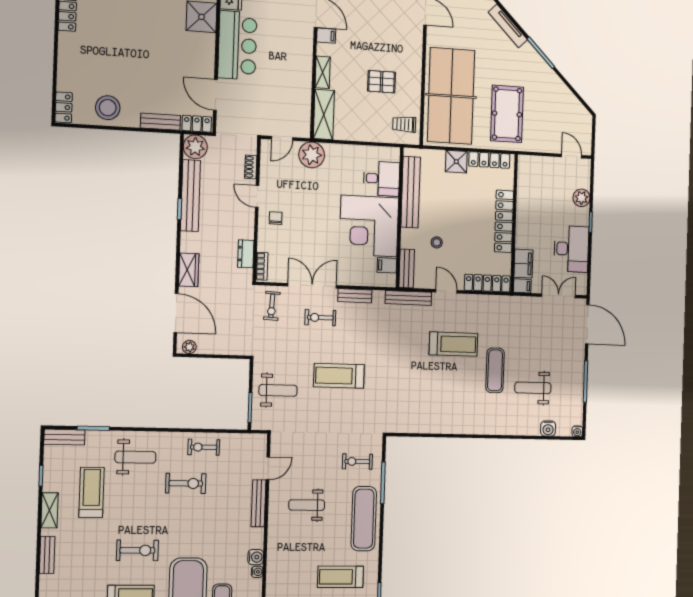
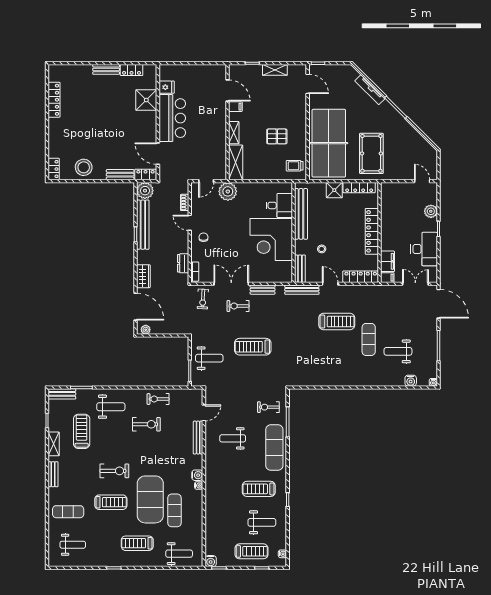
filing cabinet: (387, 265) -> (285, 267), removed

